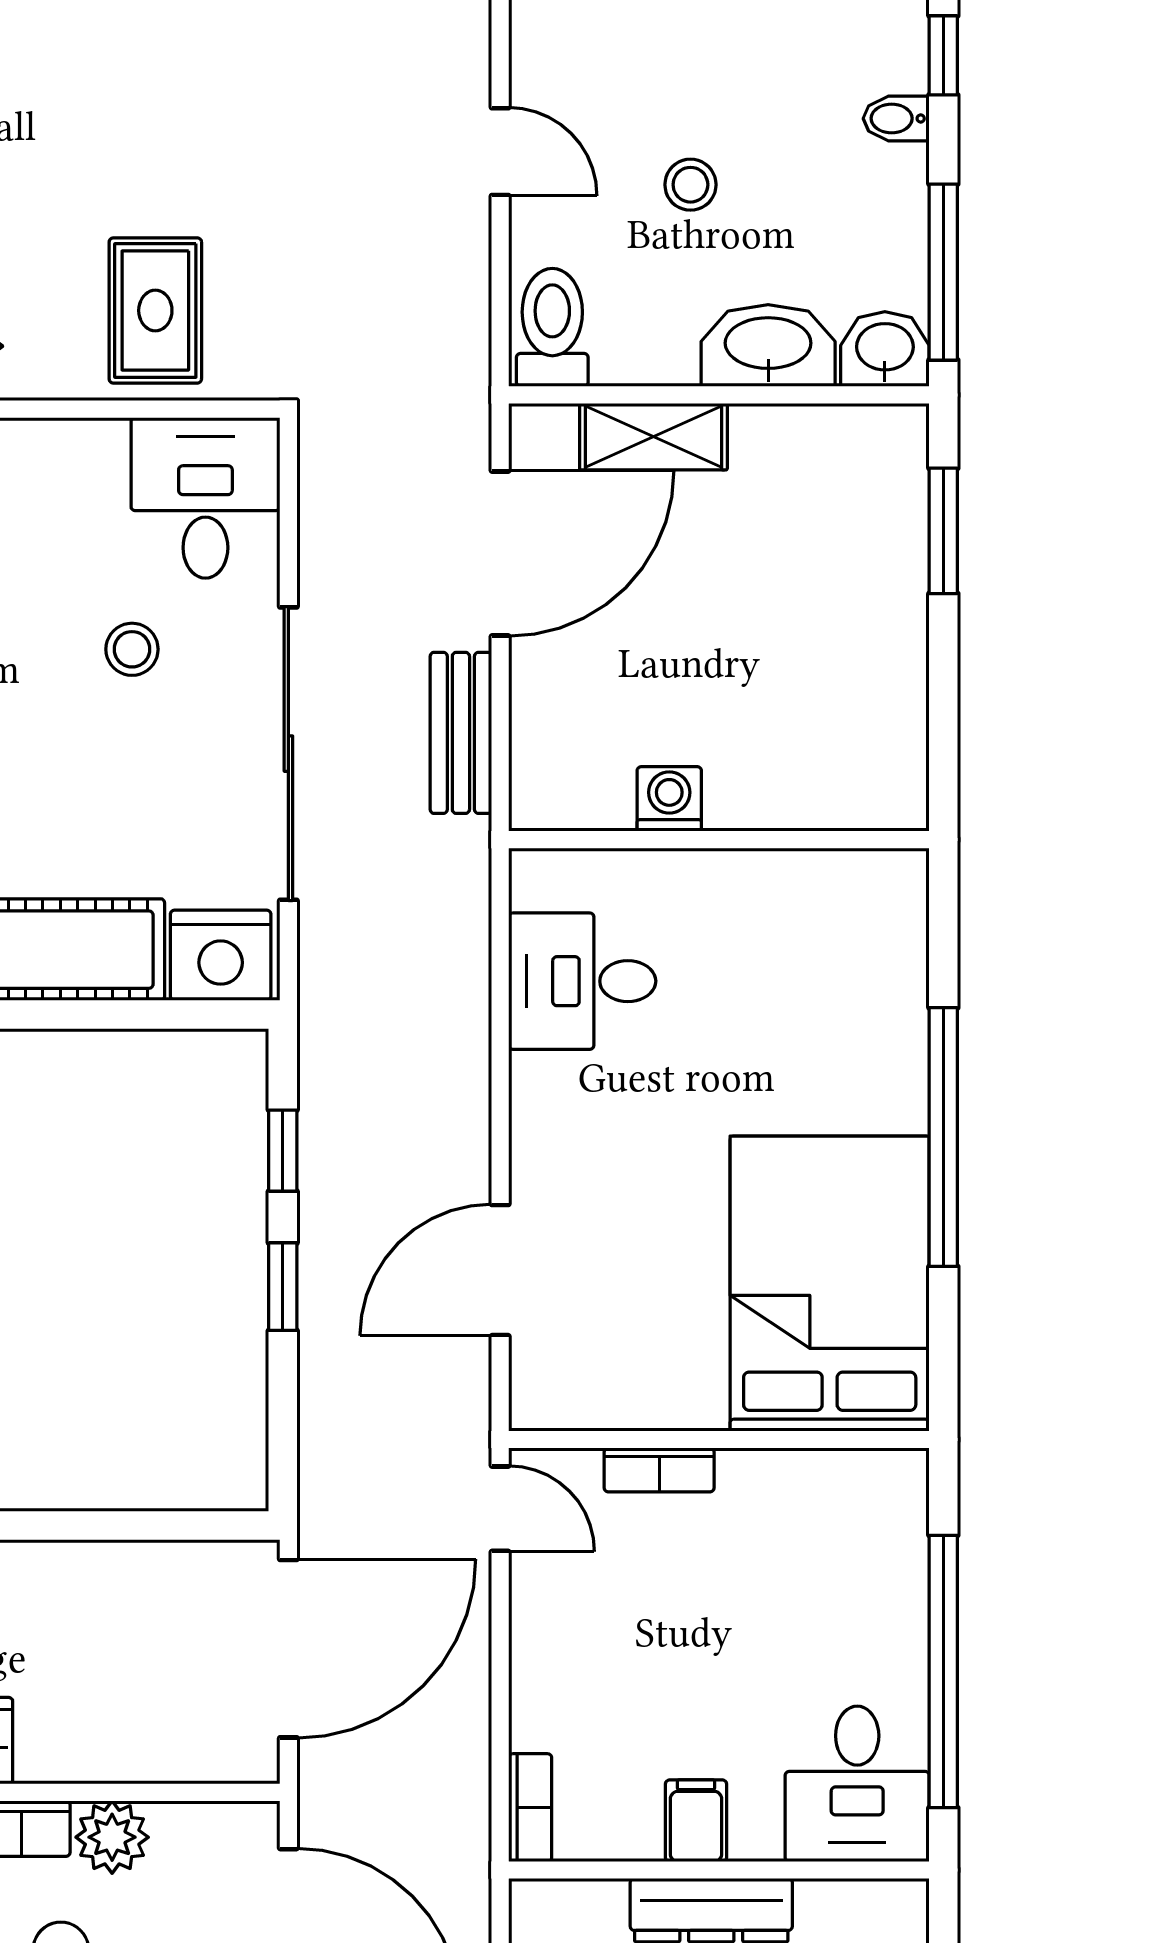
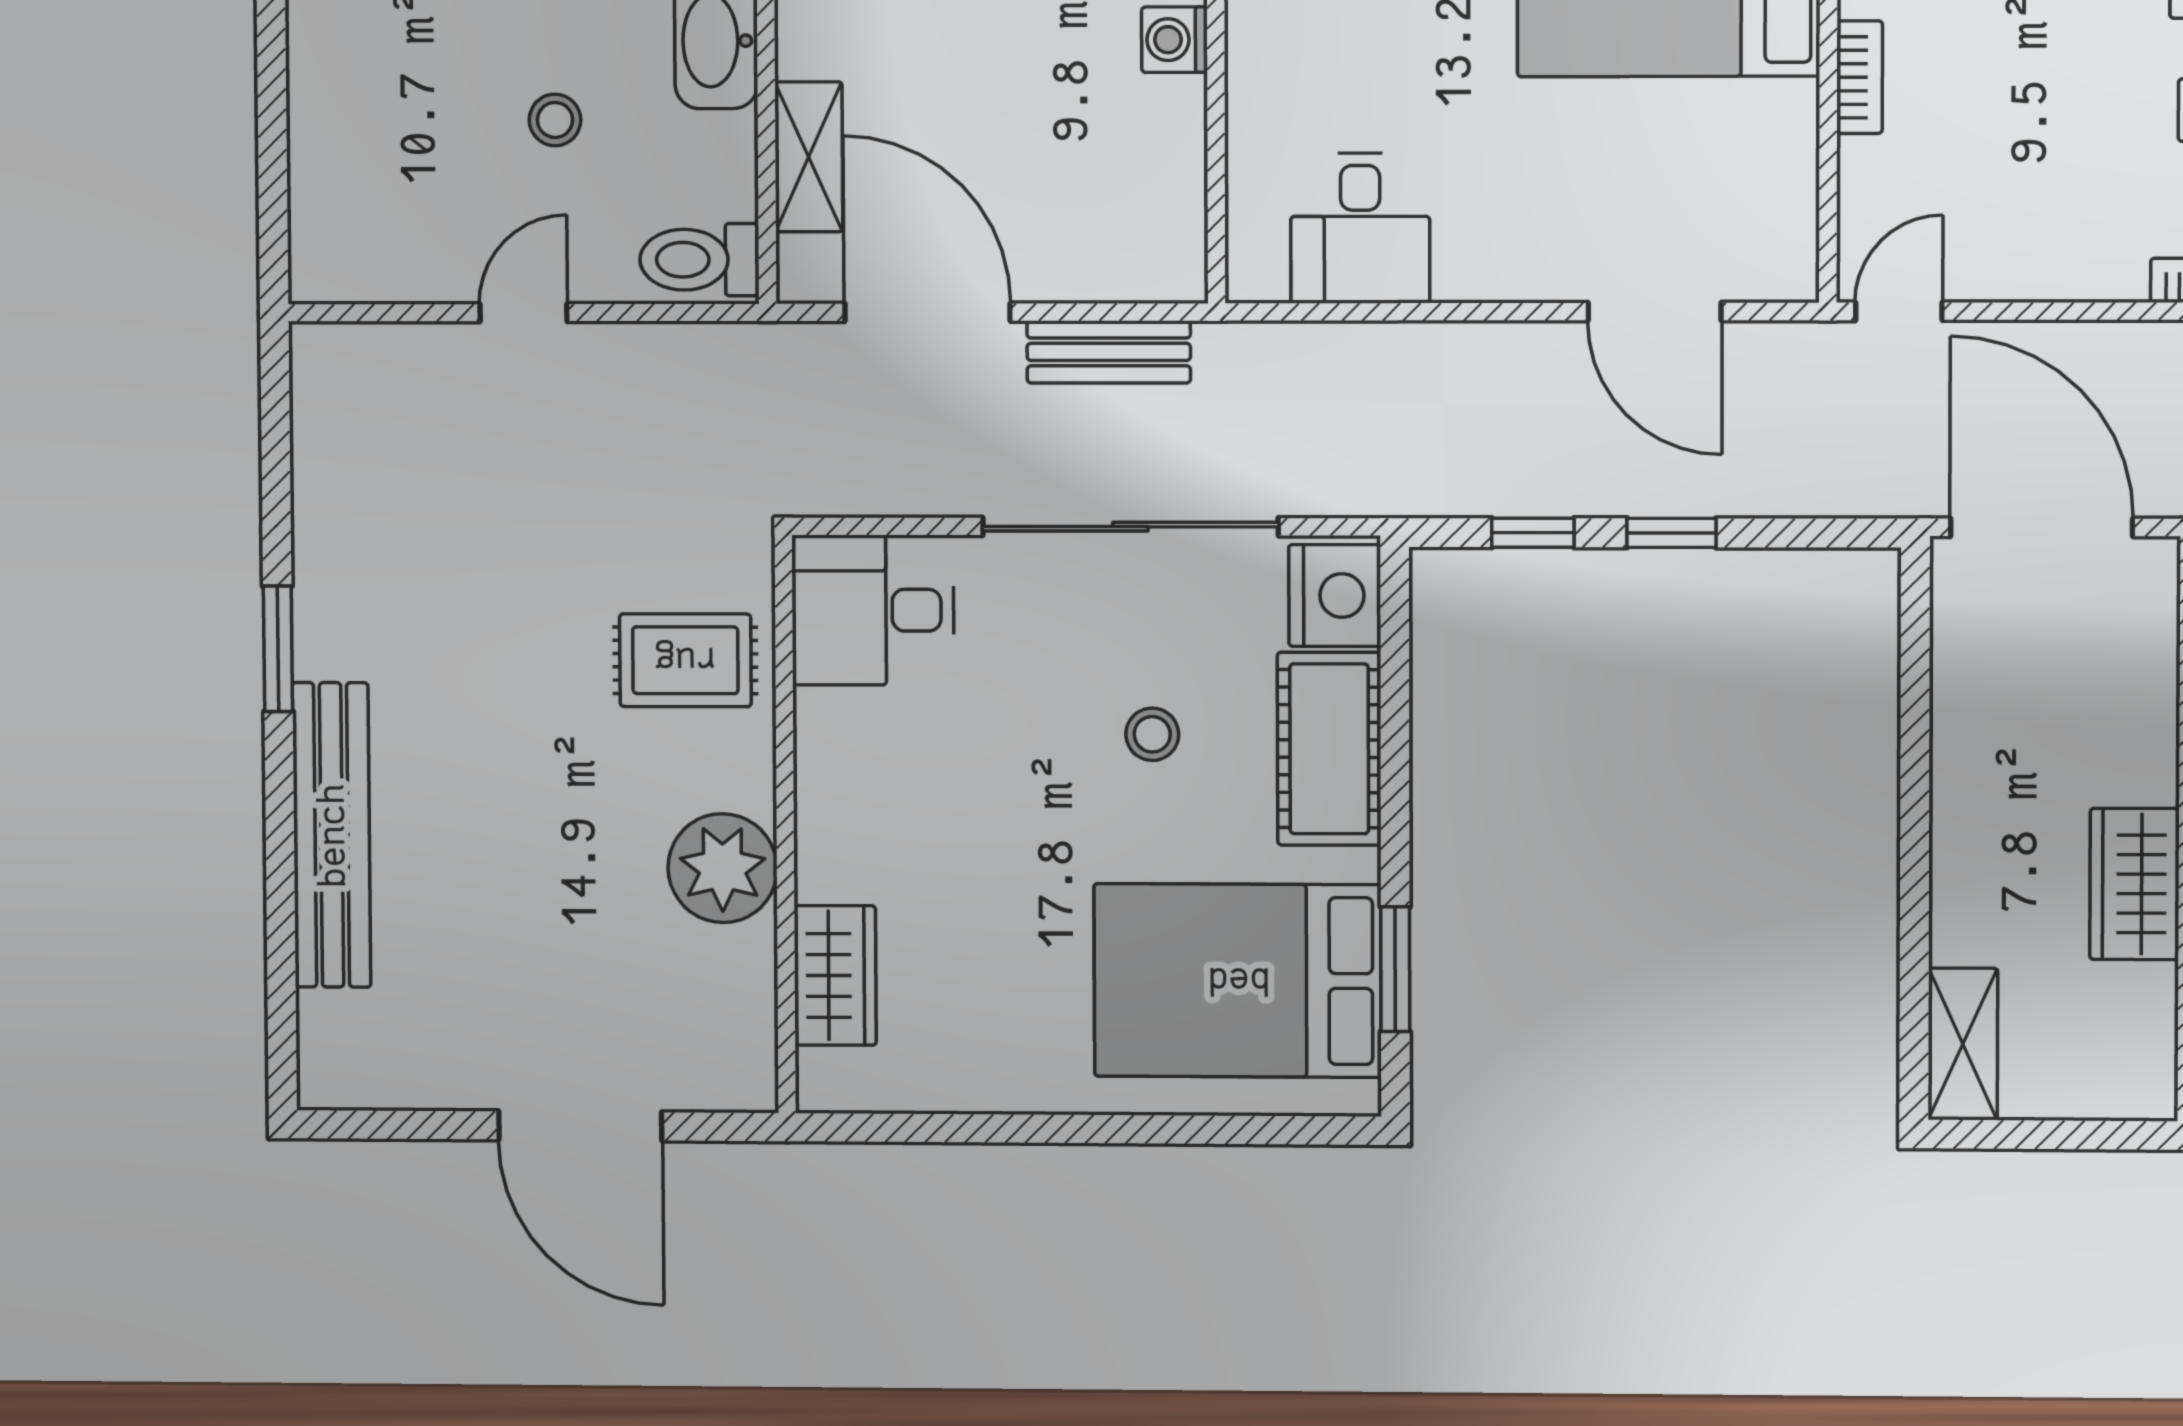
stool: (132, 649) -> (1152, 734), moved
washing machine: (669, 799) -> (1175, 40), moved
bookcase: (659, 1470) -> (1860, 77), moved

